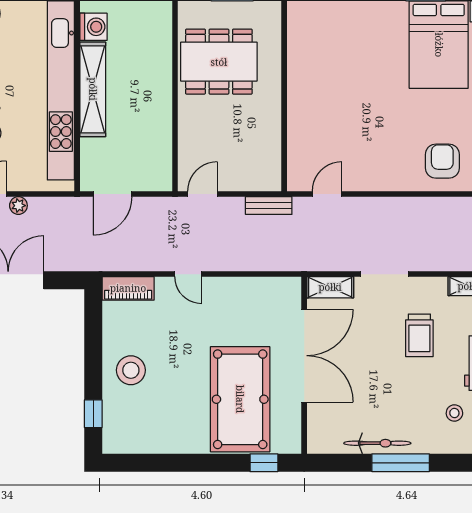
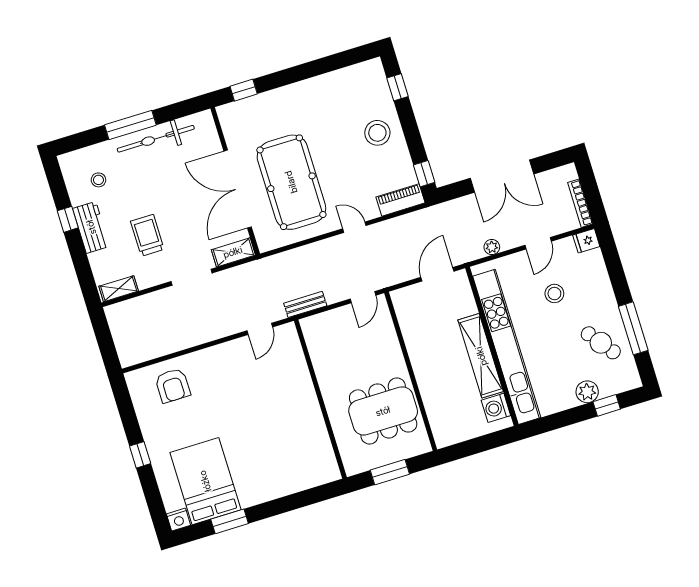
plant: (18, 206) -> (492, 247), moved
window: (93, 309) -> (424, 174), added
pool table: (240, 399) -> (291, 182), moved
bicycle: (377, 443) -> (156, 139), width x1.37, depth x1.40

